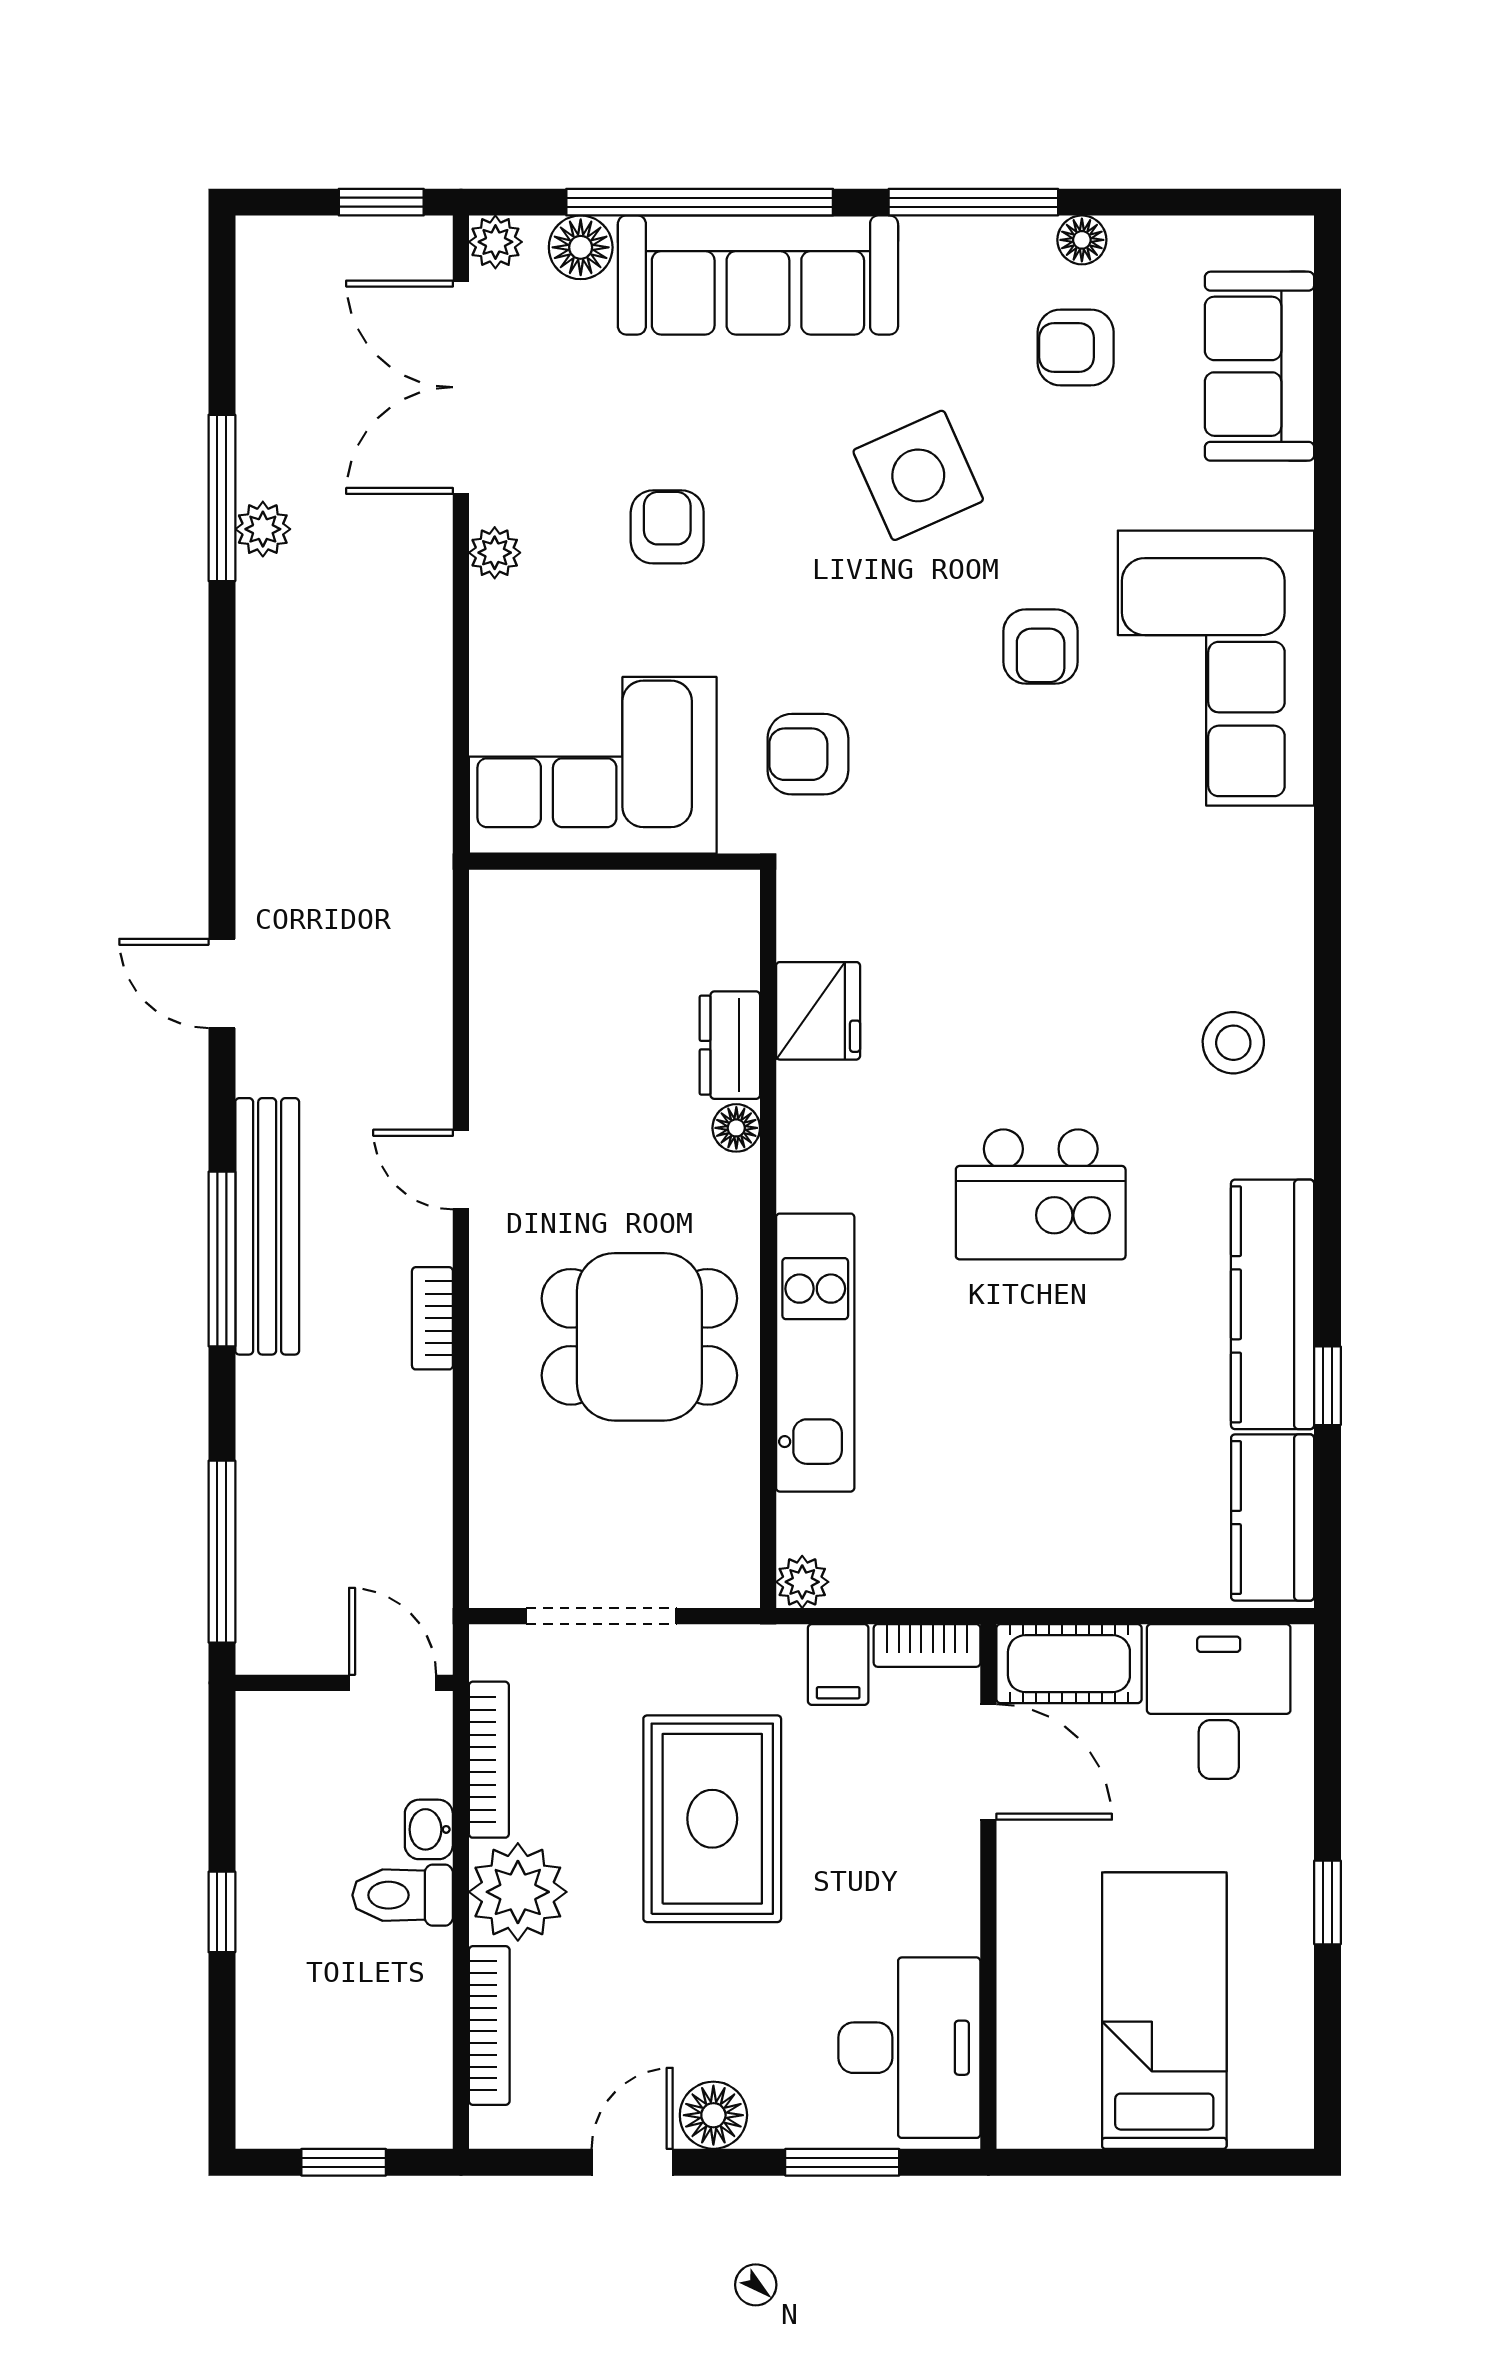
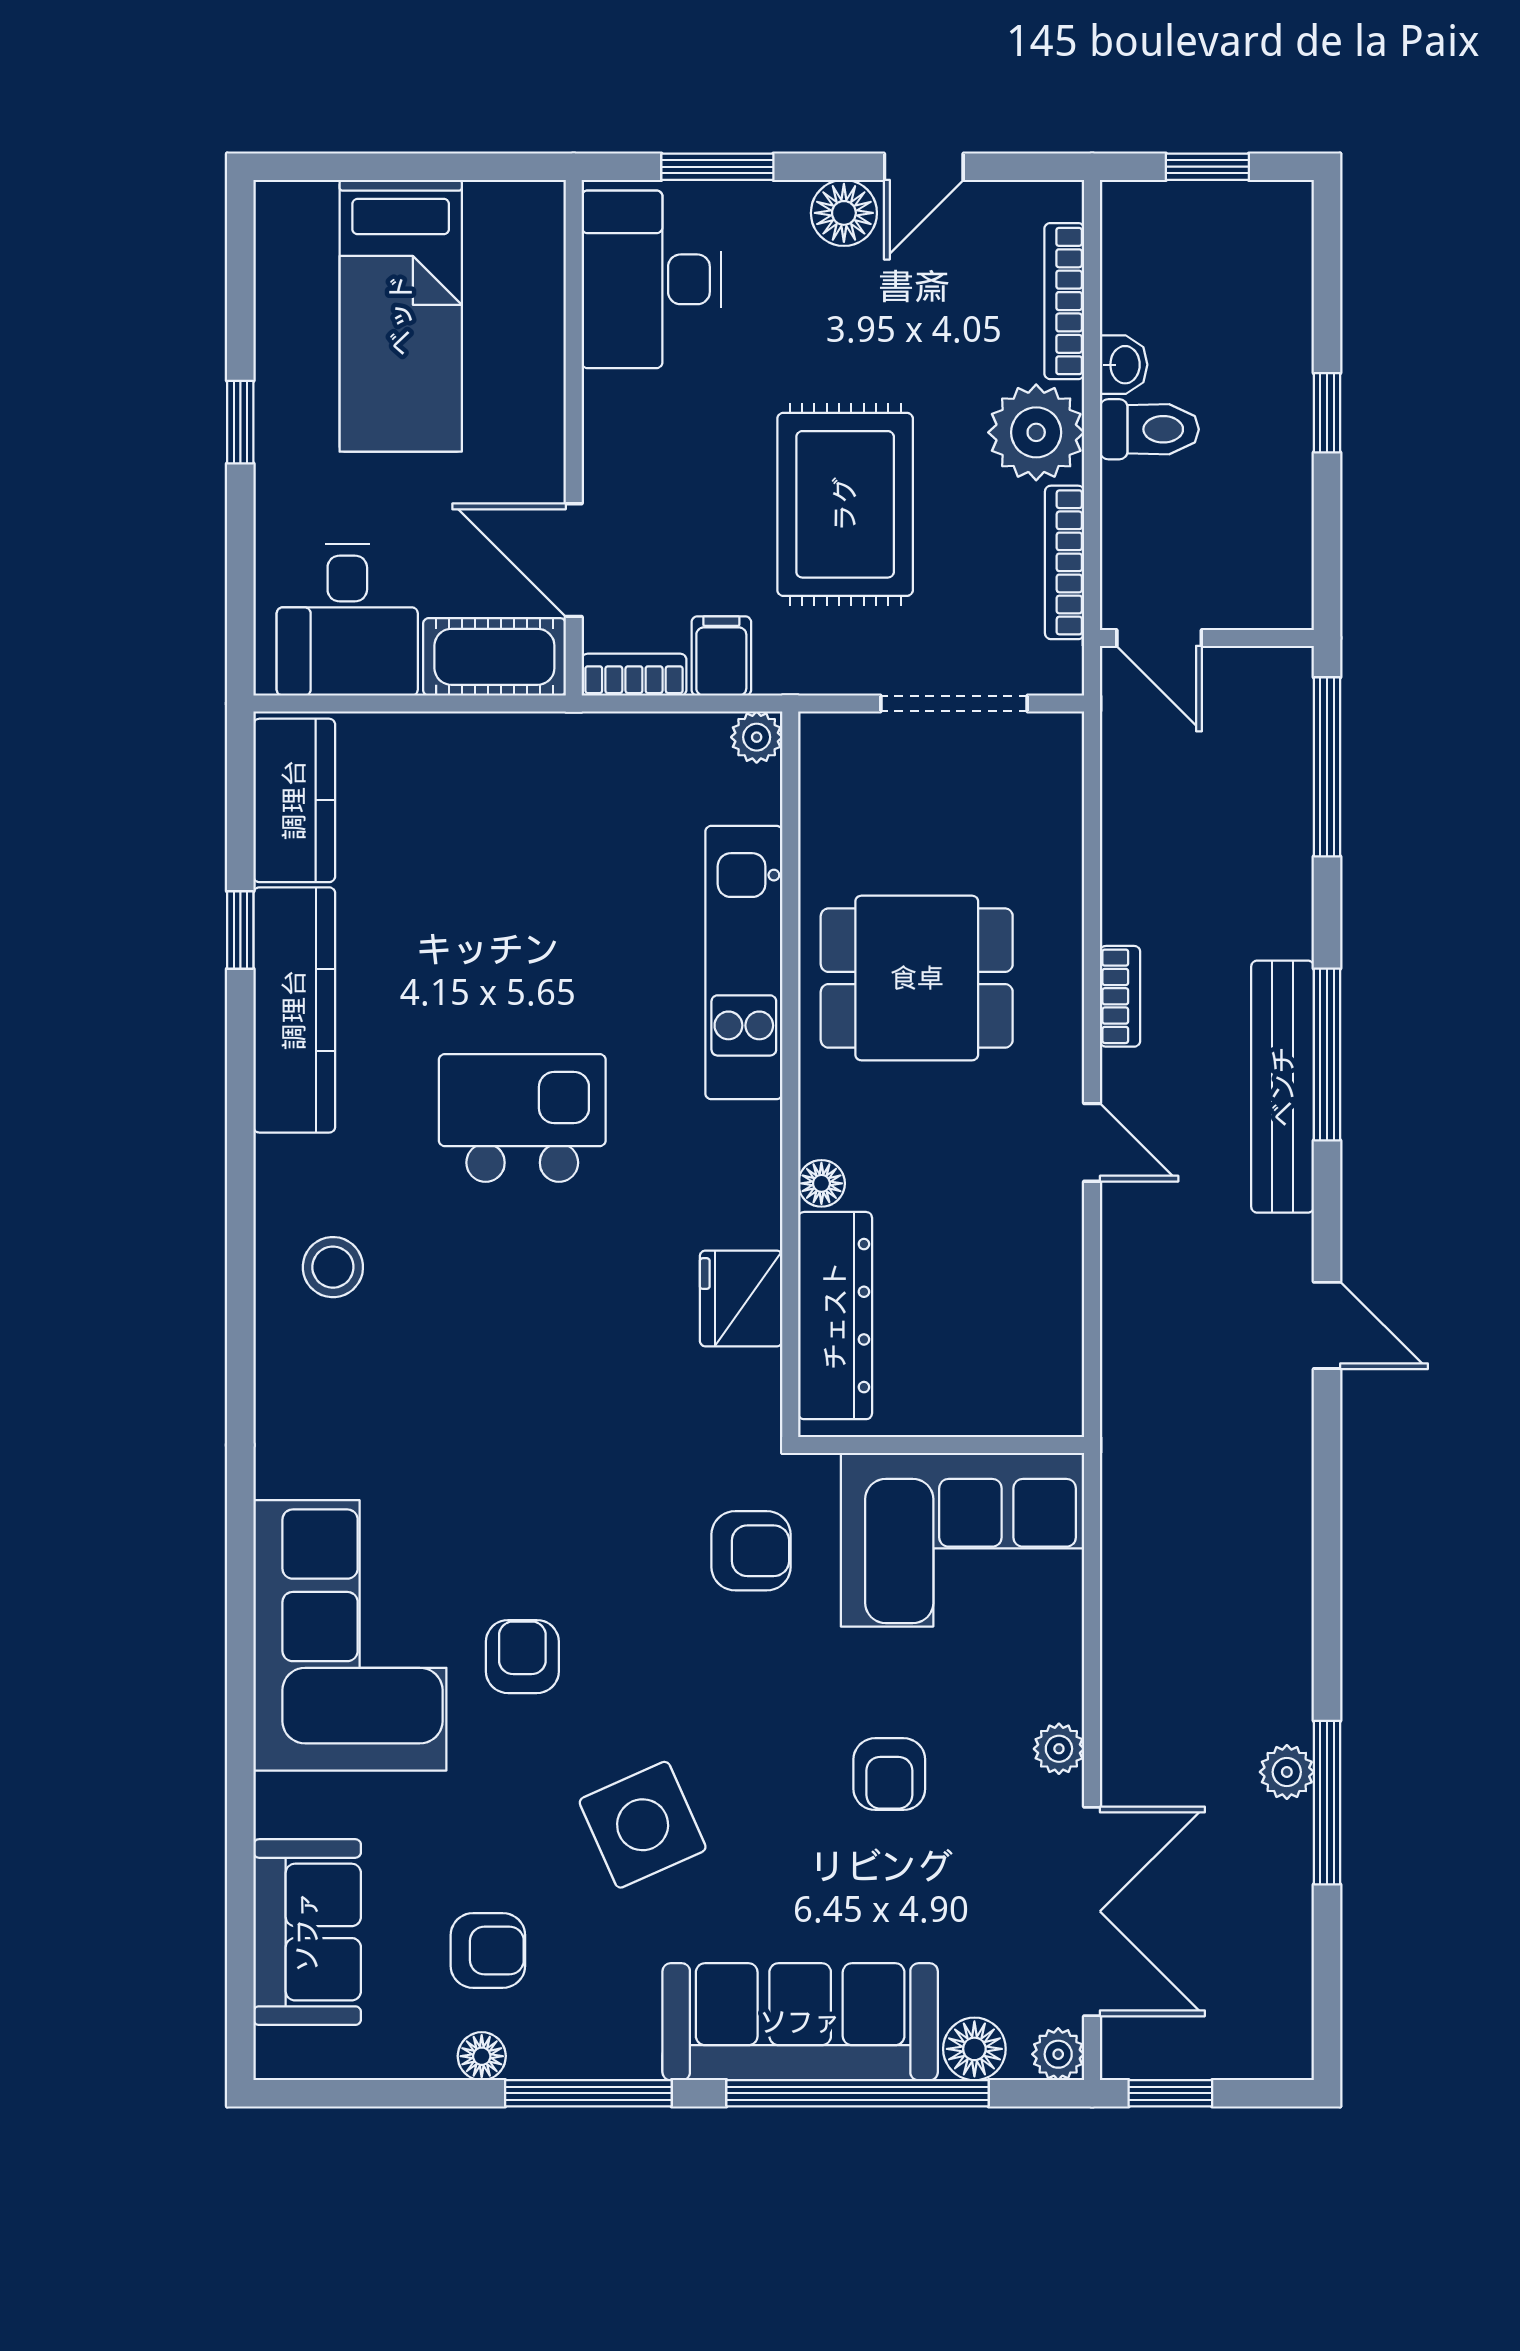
dresser: (730, 1045) -> (835, 1316), width x1.96, depth x1.24
washbasin: (429, 1829) -> (1124, 365), moved

